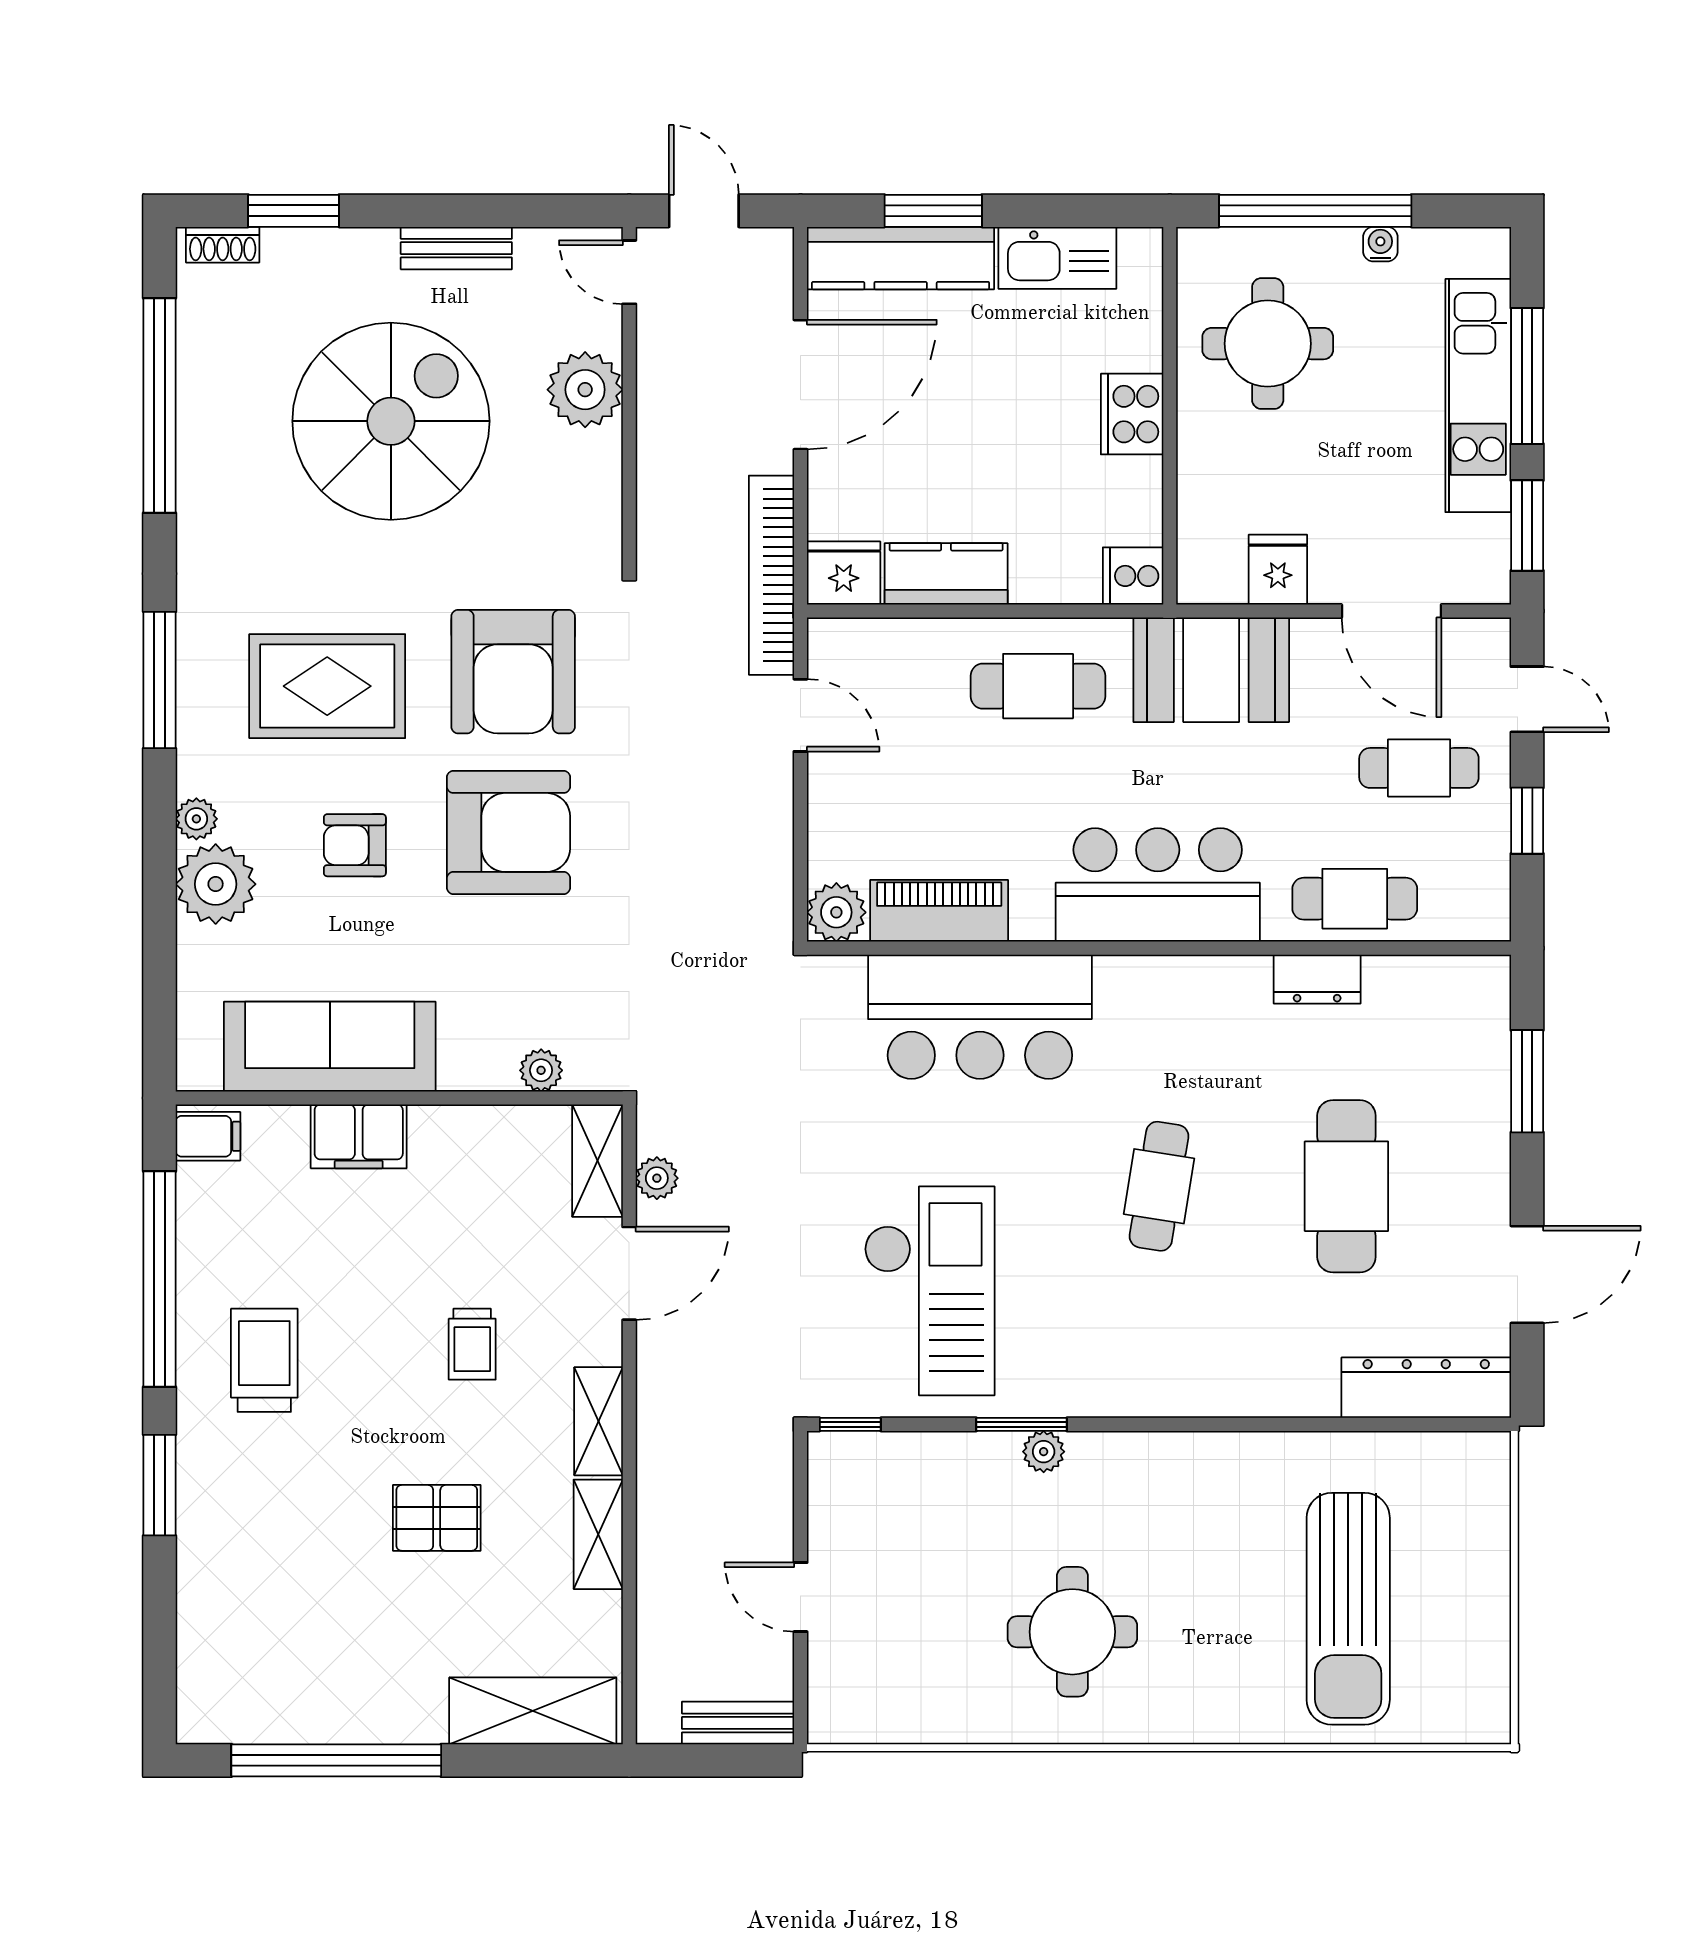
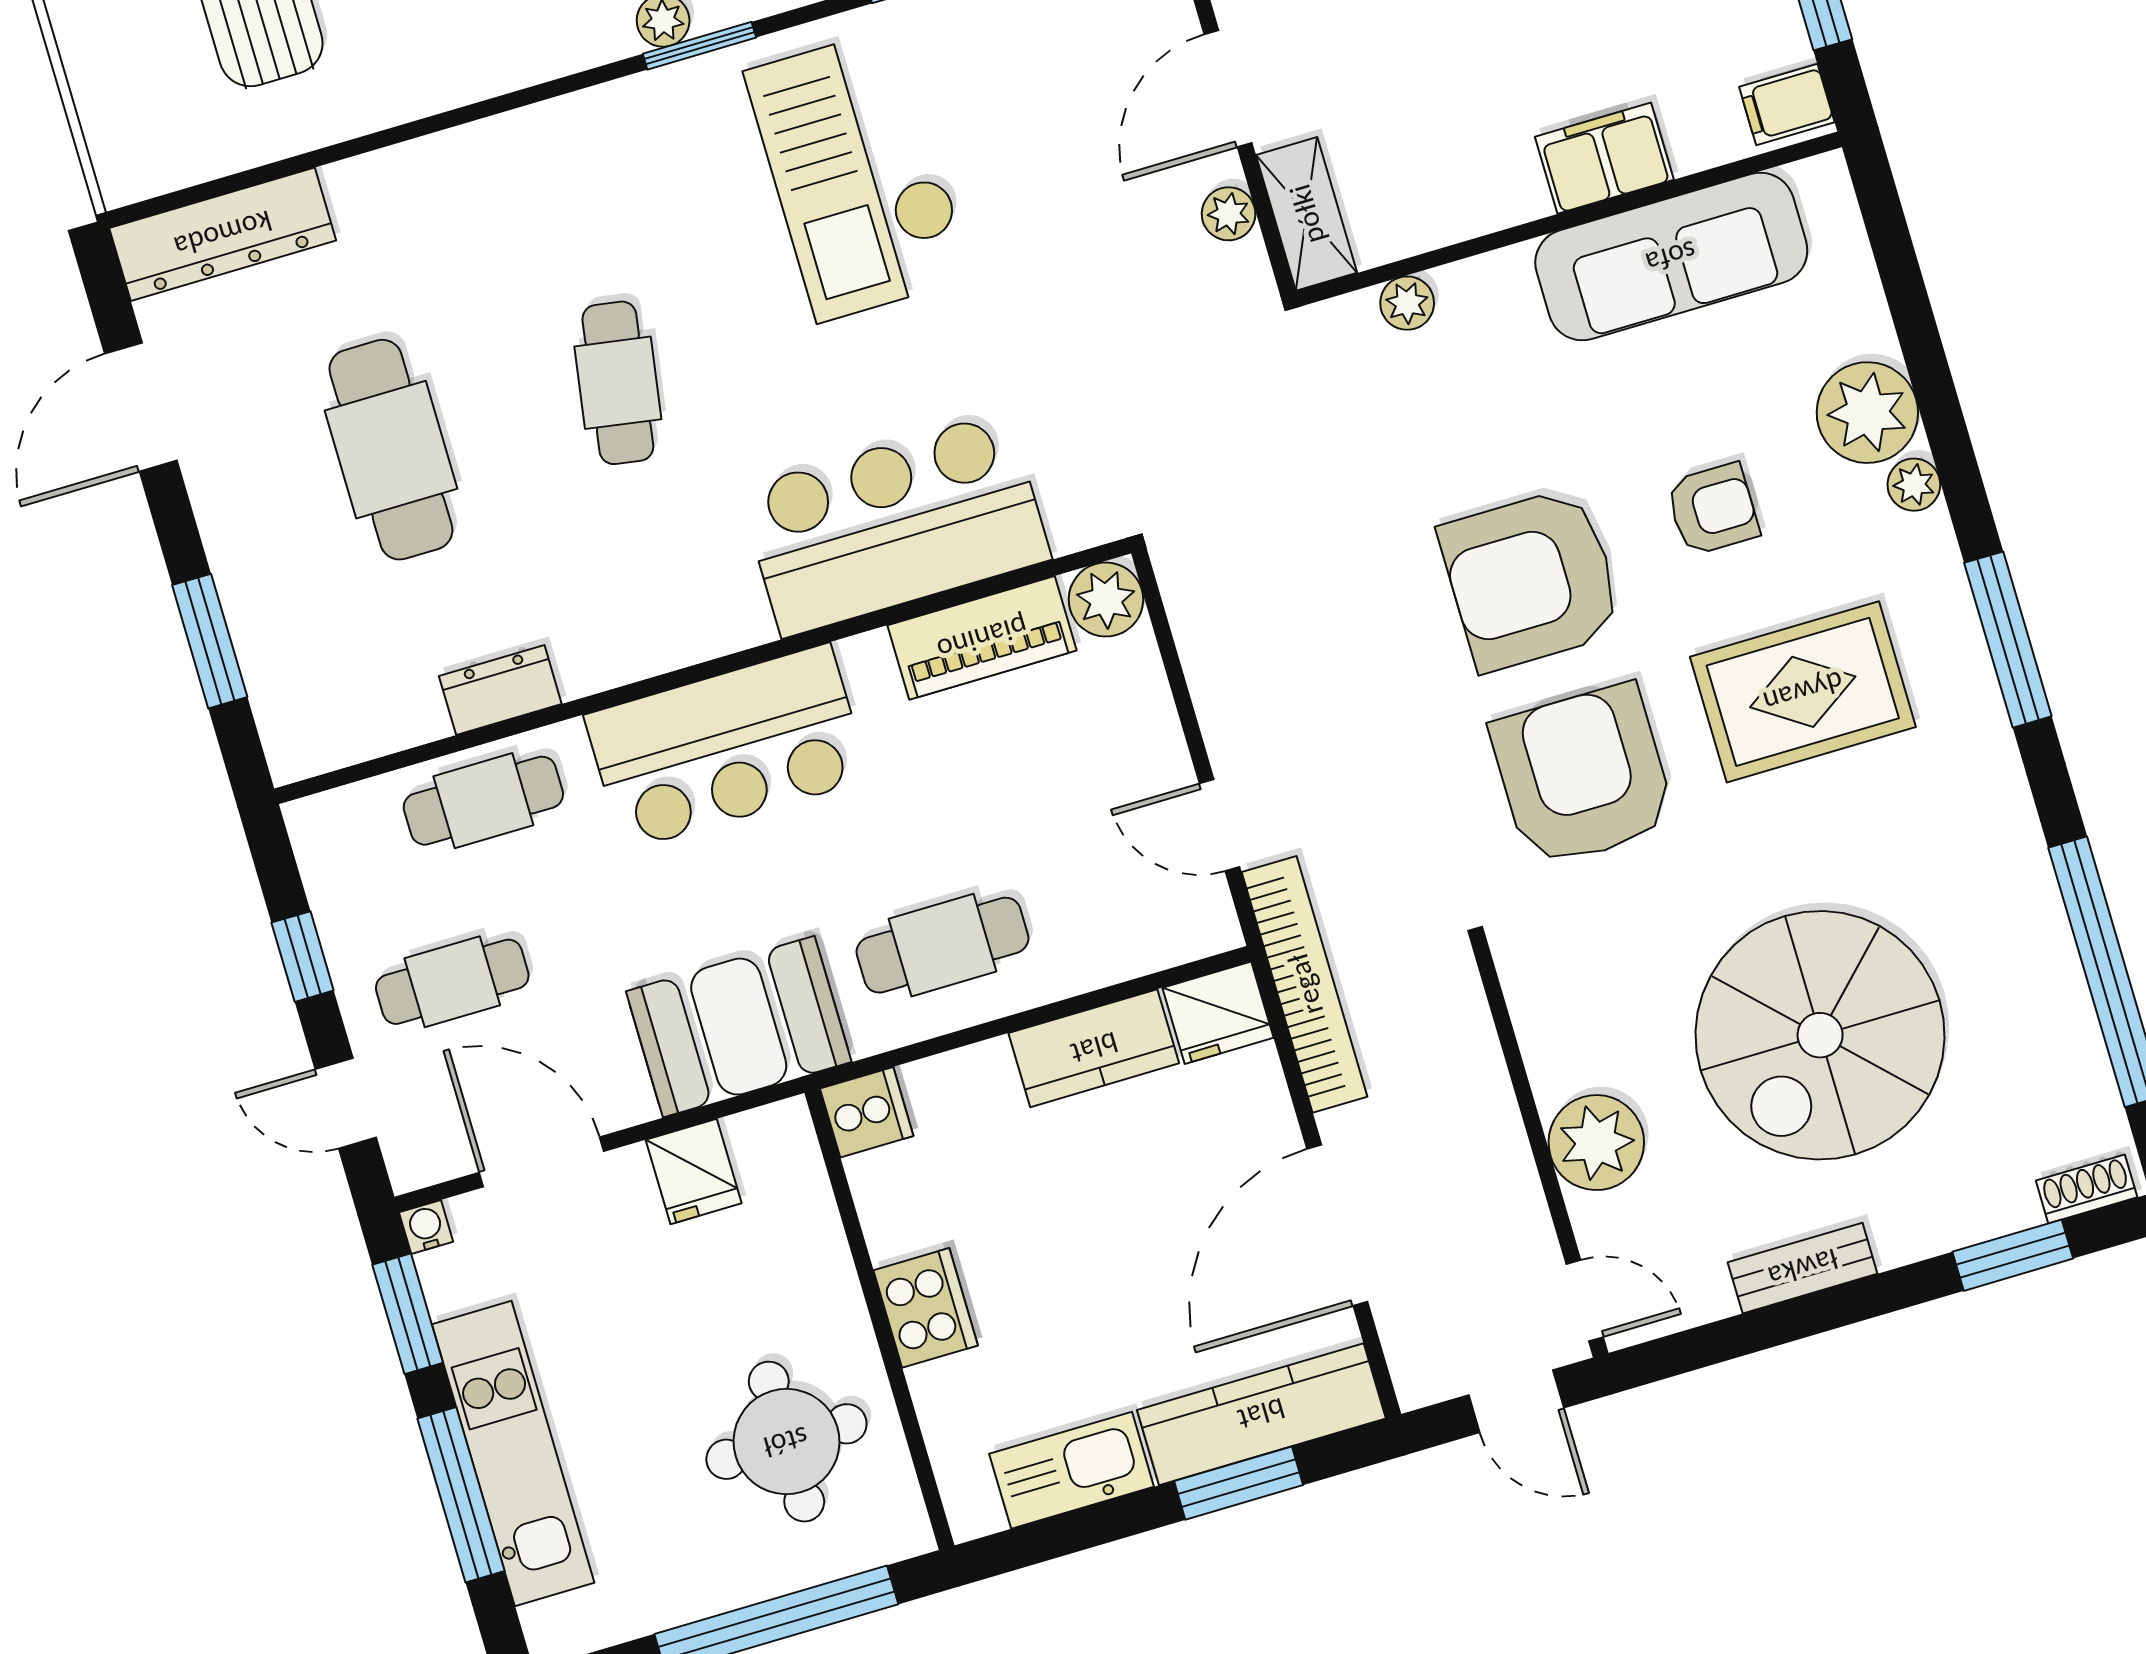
water cooler: (1380, 244) -> (426, 1227), moved, turned 180

